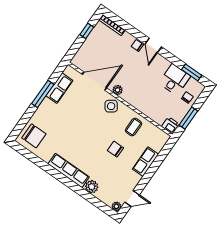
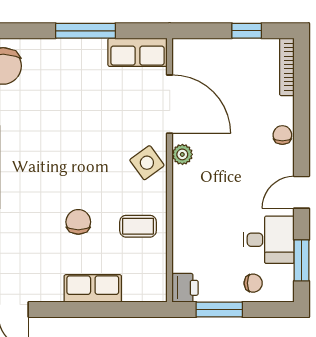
door: (153, 45) -> (302, 192), moved
row of seats: (59, 88) -> (138, 52), moved

